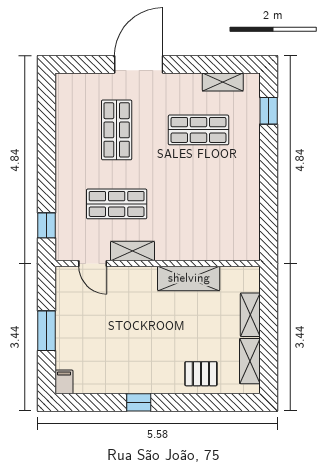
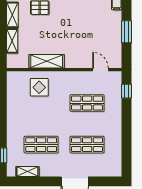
shop shelf: (117, 130) -> (87, 145), turned 90
display table: (202, 232) -> (39, 87), added
shelving: (132, 251) -> (78, 77), removed

